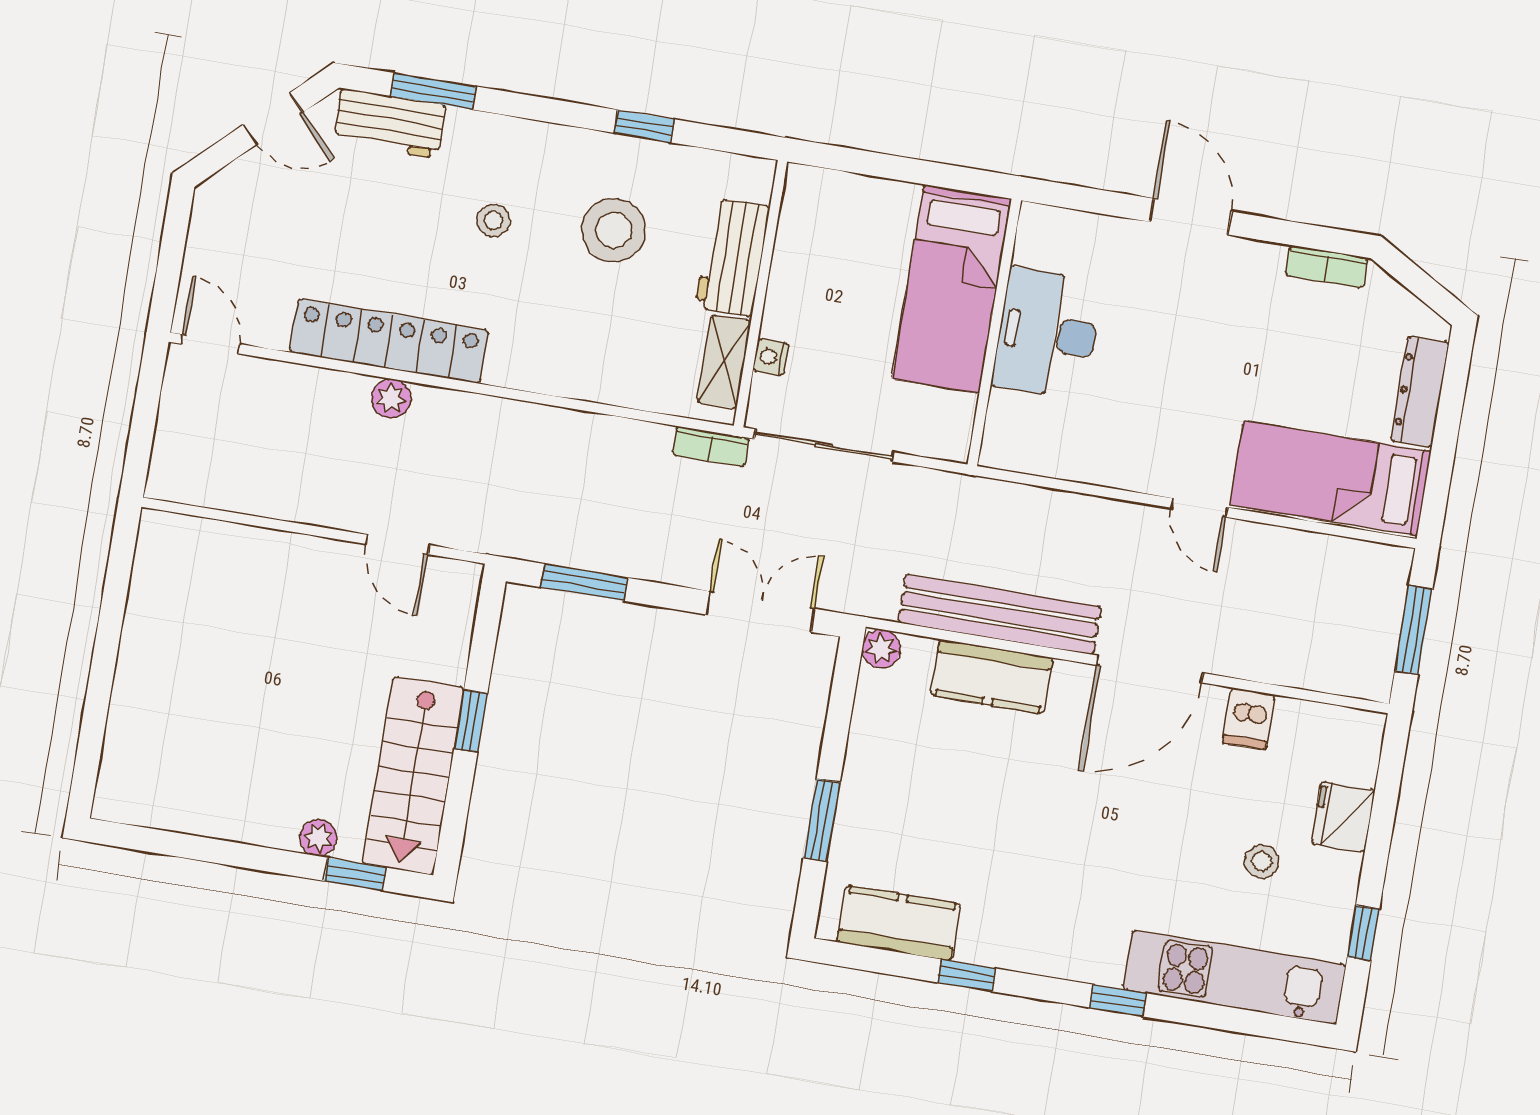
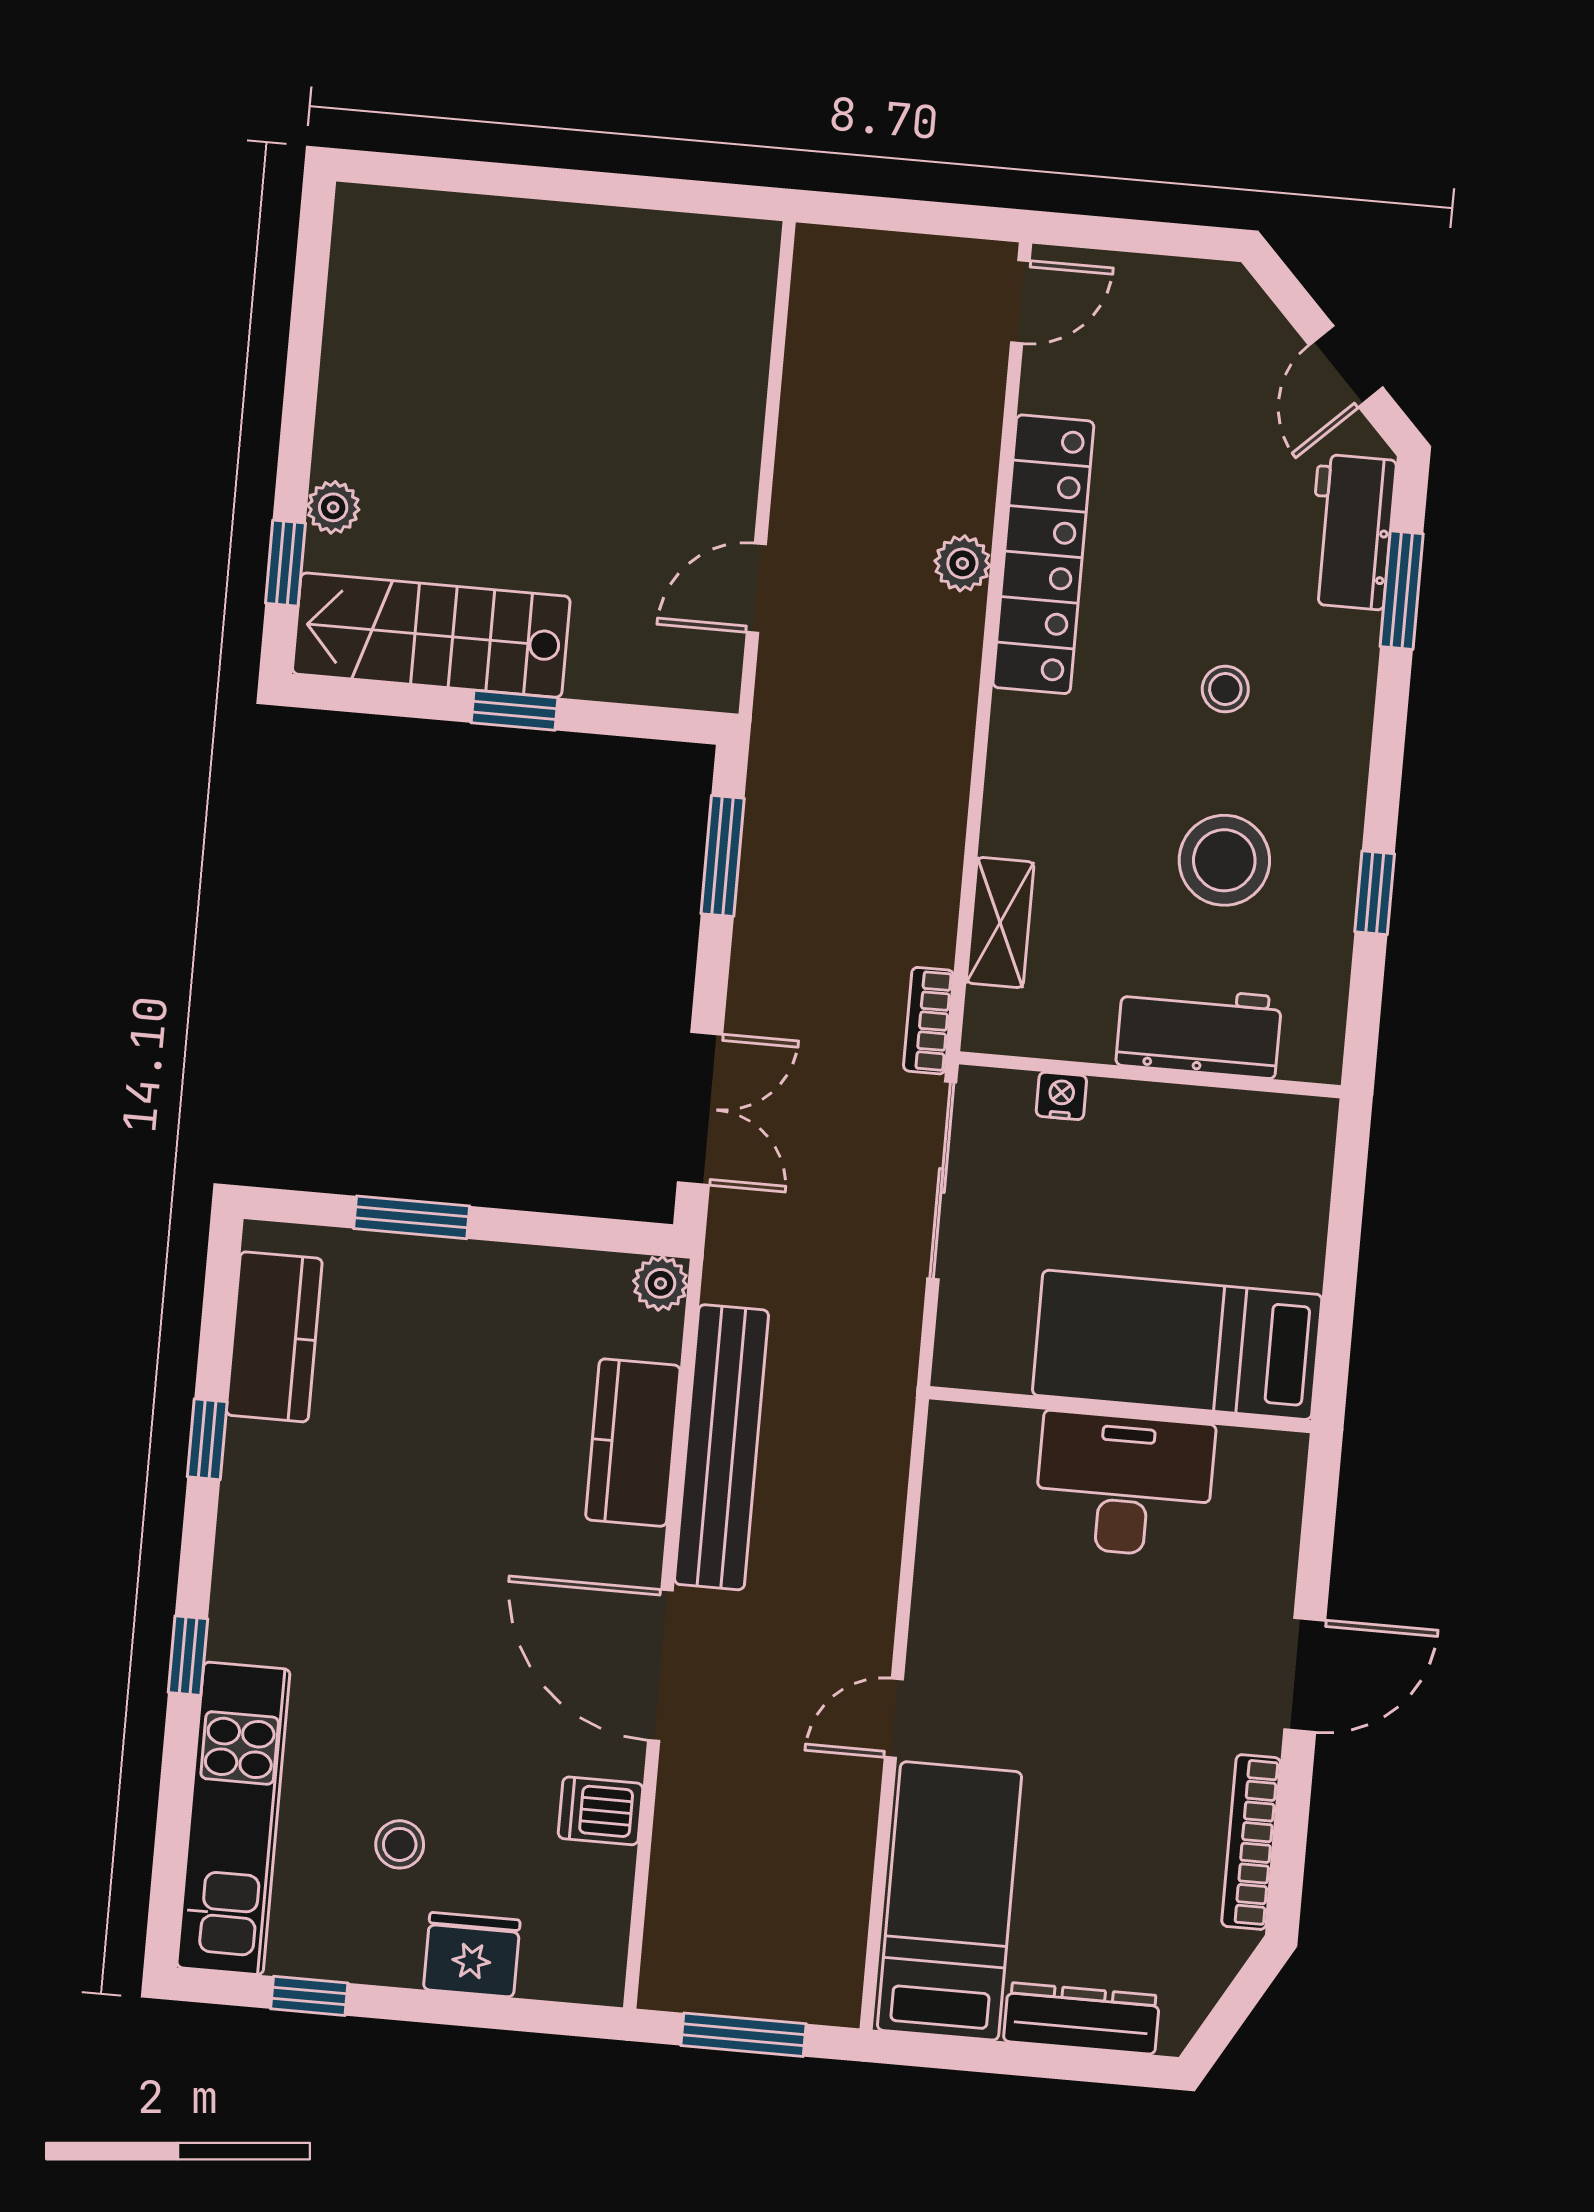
bookcase: (1327, 267) -> (1251, 1842), width x1.56
shelving: (724, 362) -> (1000, 923), moved, turned 90

